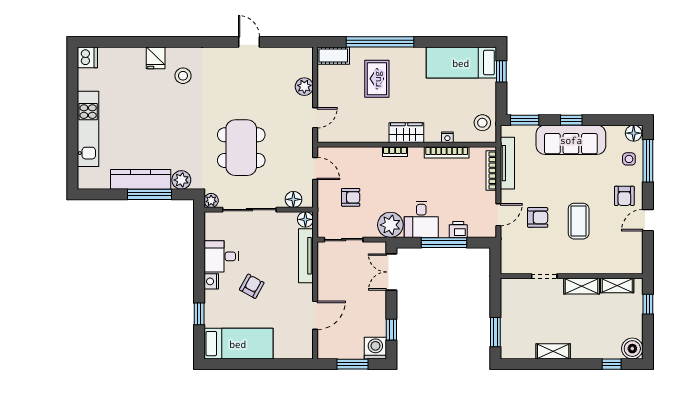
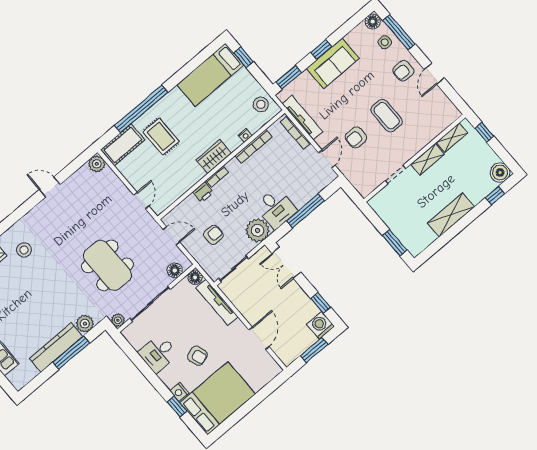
cot: (333, 56) -> (123, 145), width x1.37, depth x1.34
plant: (304, 87) -> (97, 164), moved
sofa: (571, 140) -> (333, 63), width x0.73
armchair: (624, 196) -> (403, 71), turned 90
armchair: (538, 217) -> (356, 137), turned 180
printer: (458, 229) -> (203, 192), moved, turned 180
nightstand: (211, 281) -> (179, 392), moved
armchair: (252, 286) -> (197, 356), turned 132
bed: (238, 344) -> (218, 398), width x1.50
shelving: (553, 351) -> (451, 215), width x1.50, depth x1.33

